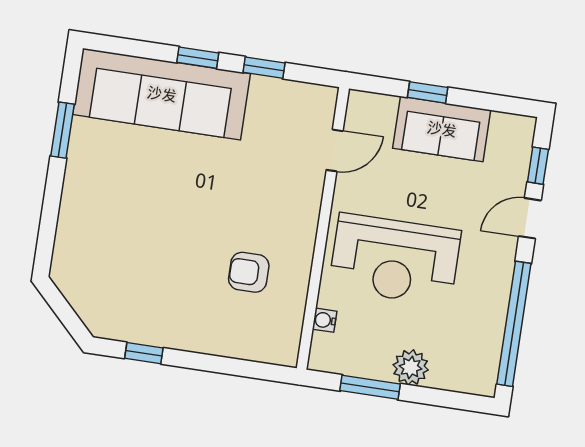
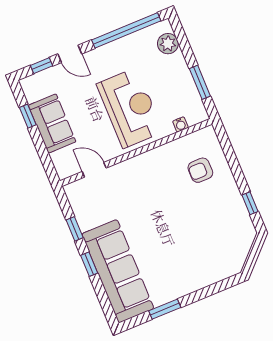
window: (428, 92) -> (28, 116), moved
armchair: (249, 272) -> (200, 170), moved, turned 90
plant: (411, 367) -> (168, 44), moved

